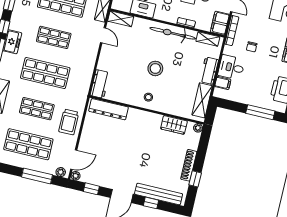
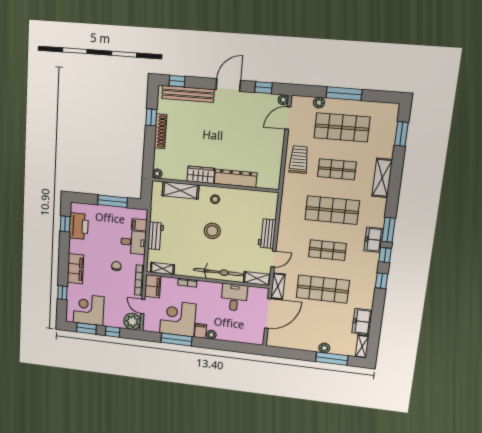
bicycle: (173, 33) -> (218, 272), moved
door: (103, 35) -> (273, 259), swing flipped
workbench: (100, 84) -> (267, 234), moved
shelving: (202, 100) -> (181, 190), moved, turned 90
dresser: (109, 109) -> (236, 178), moved
window: (260, 112) -> (113, 201), moved
wardrobe: (174, 125) -> (201, 175), moved
plant: (61, 172) -> (319, 103), moved
window: (37, 176) -> (344, 94), moved
window: (151, 203) -> (177, 81), moved

